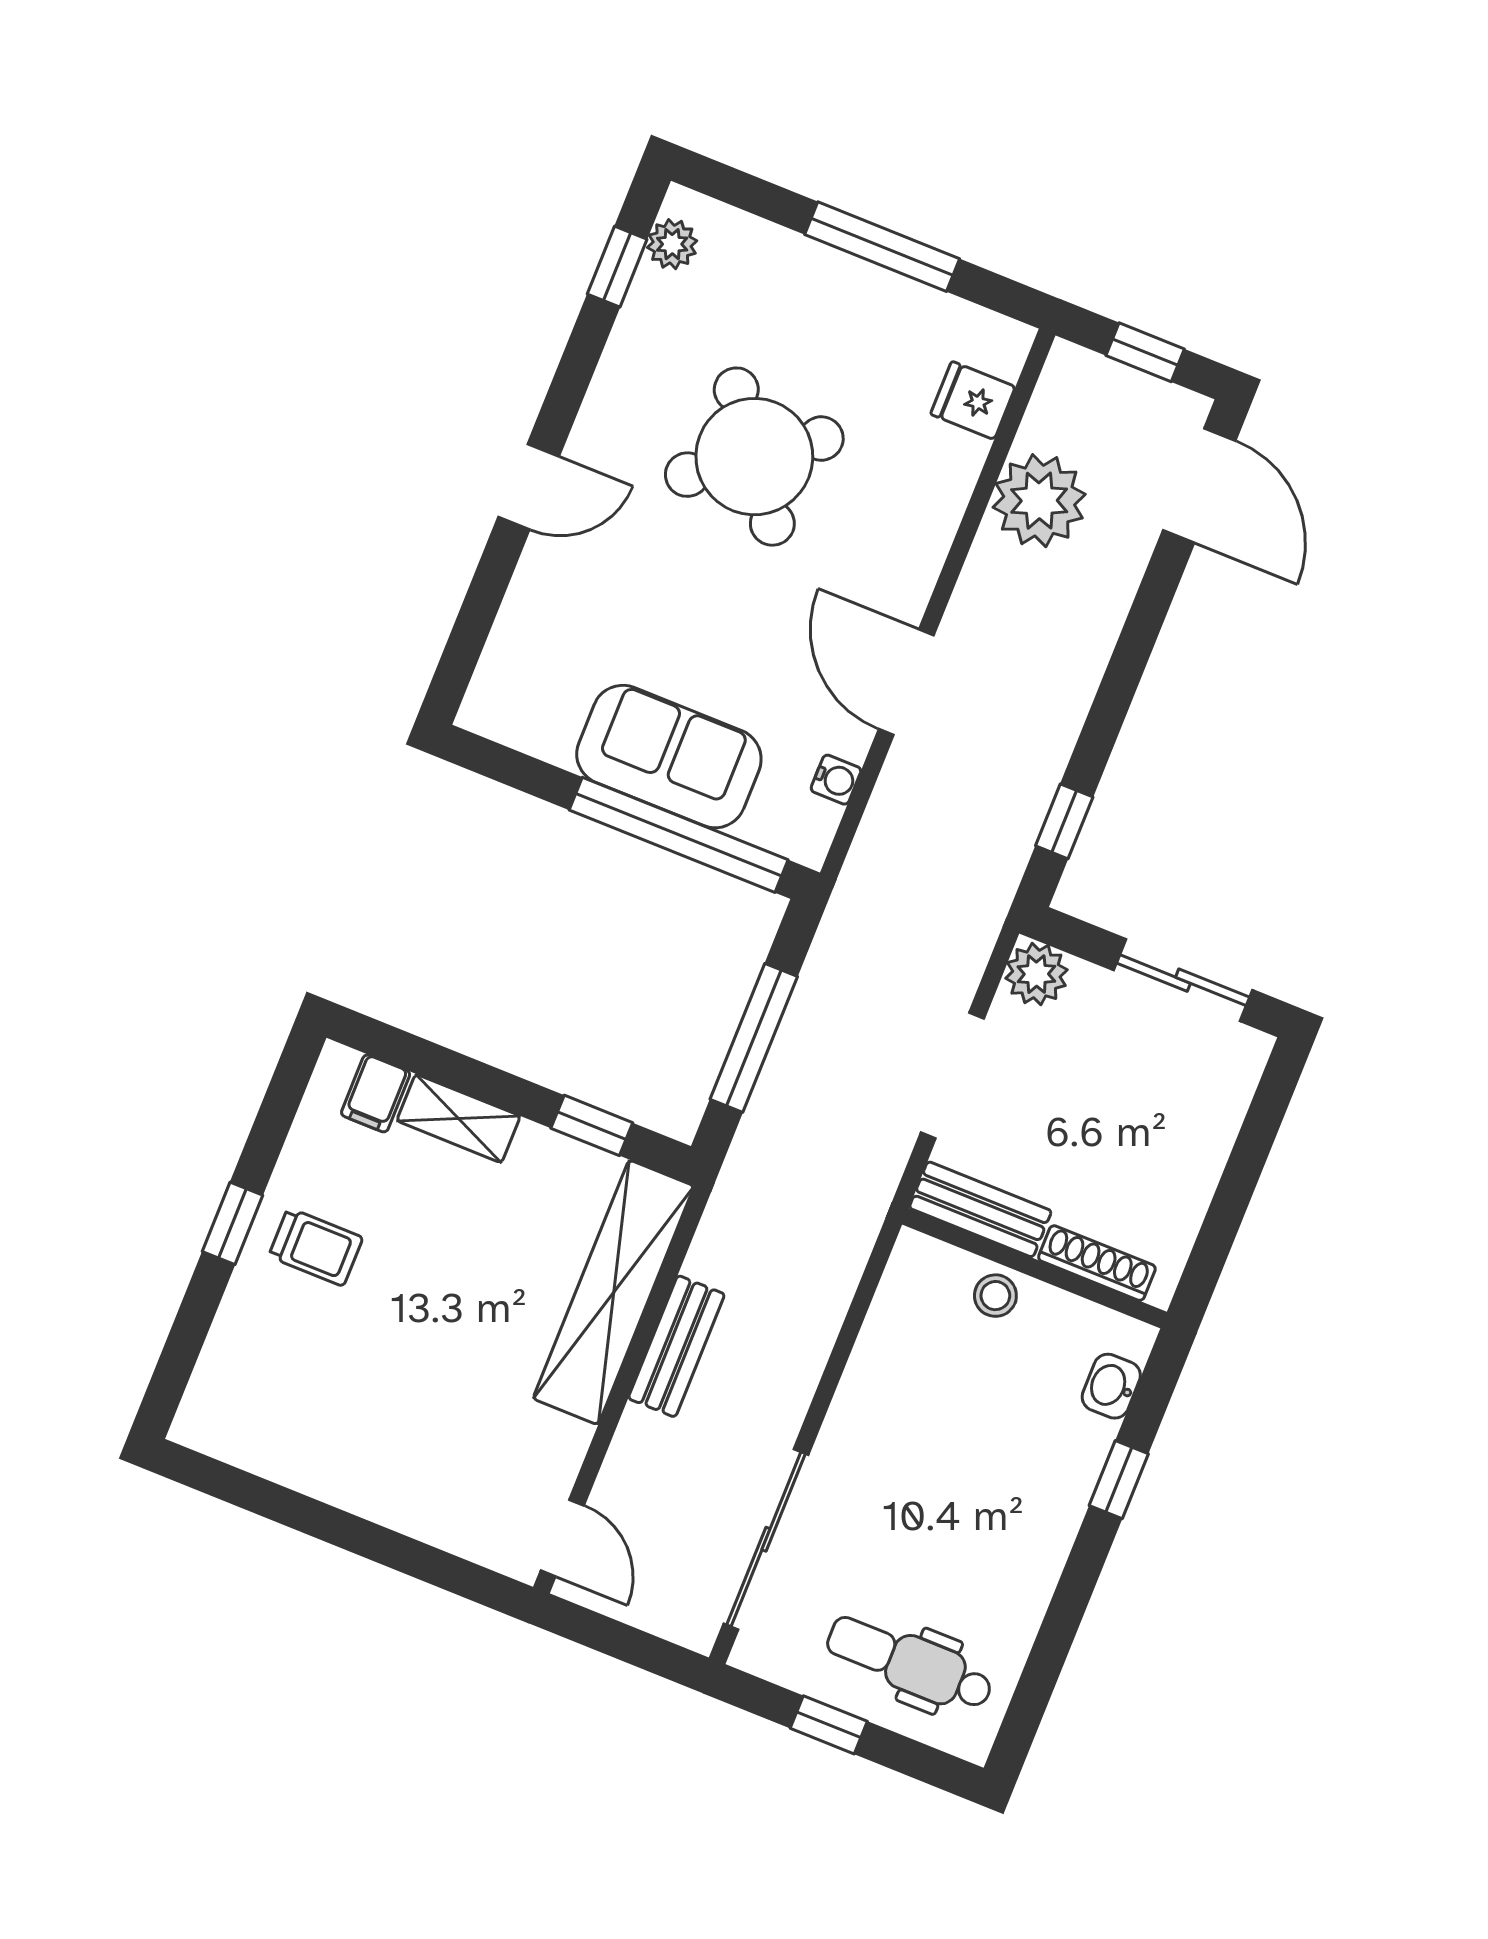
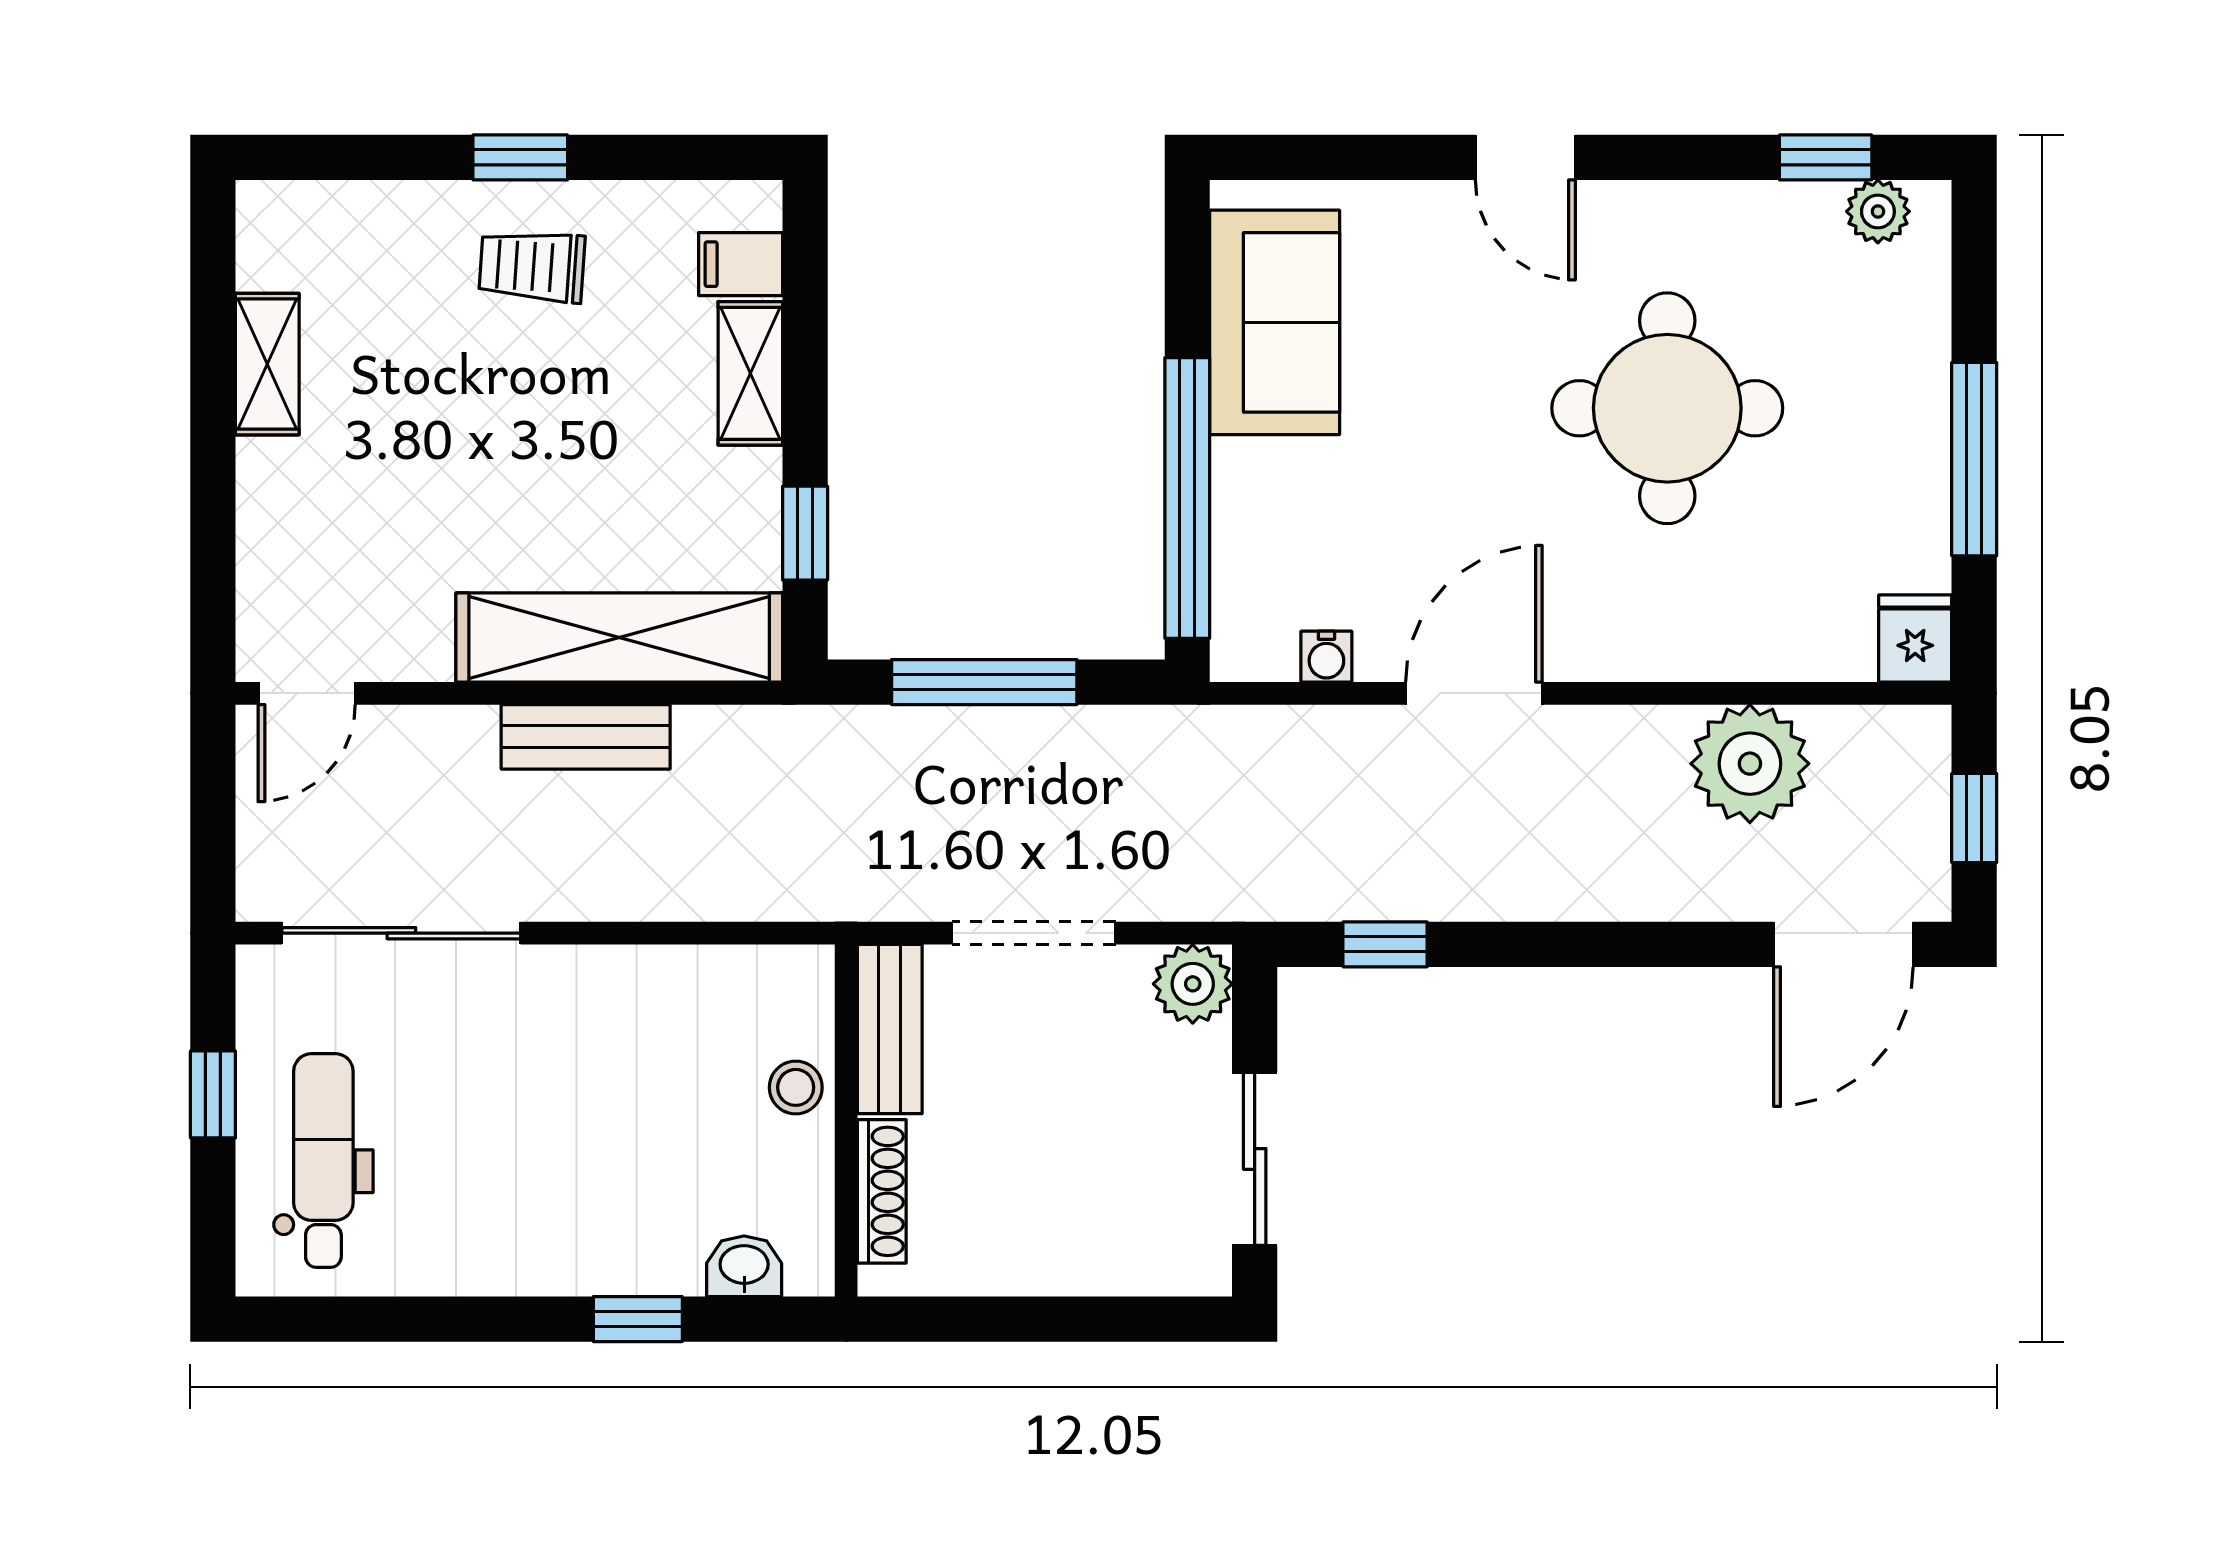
fridge: (973, 400) -> (1915, 639), moved
round table: (754, 457) -> (1667, 408), turned 37
sofa: (669, 757) -> (1275, 322), moved
trolley: (316, 1247) -> (532, 266), turned 94
shelving: (309, 1470) -> (267, 364), added

